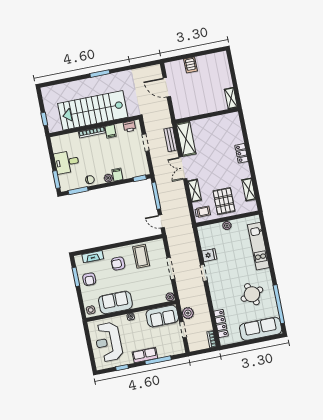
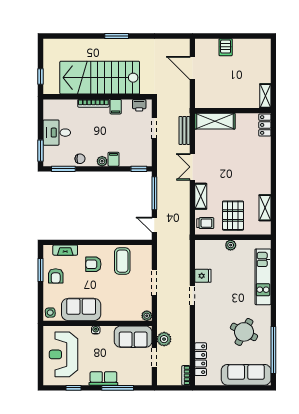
shelving: (186, 139) -> (215, 121), moved, turned 90
locker: (242, 153) -> (265, 125), moved
round table: (252, 294) -> (244, 332), turned 45

